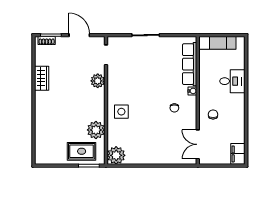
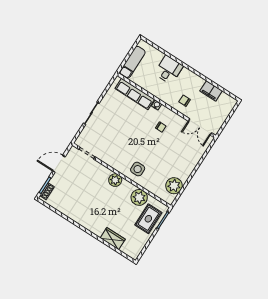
wardrobe: (42, 78) -> (113, 239), moved
plant: (98, 81) -> (115, 180), moved
filing cabinet: (238, 154) -> (211, 91), moved
plant: (116, 155) -> (174, 186), moved

